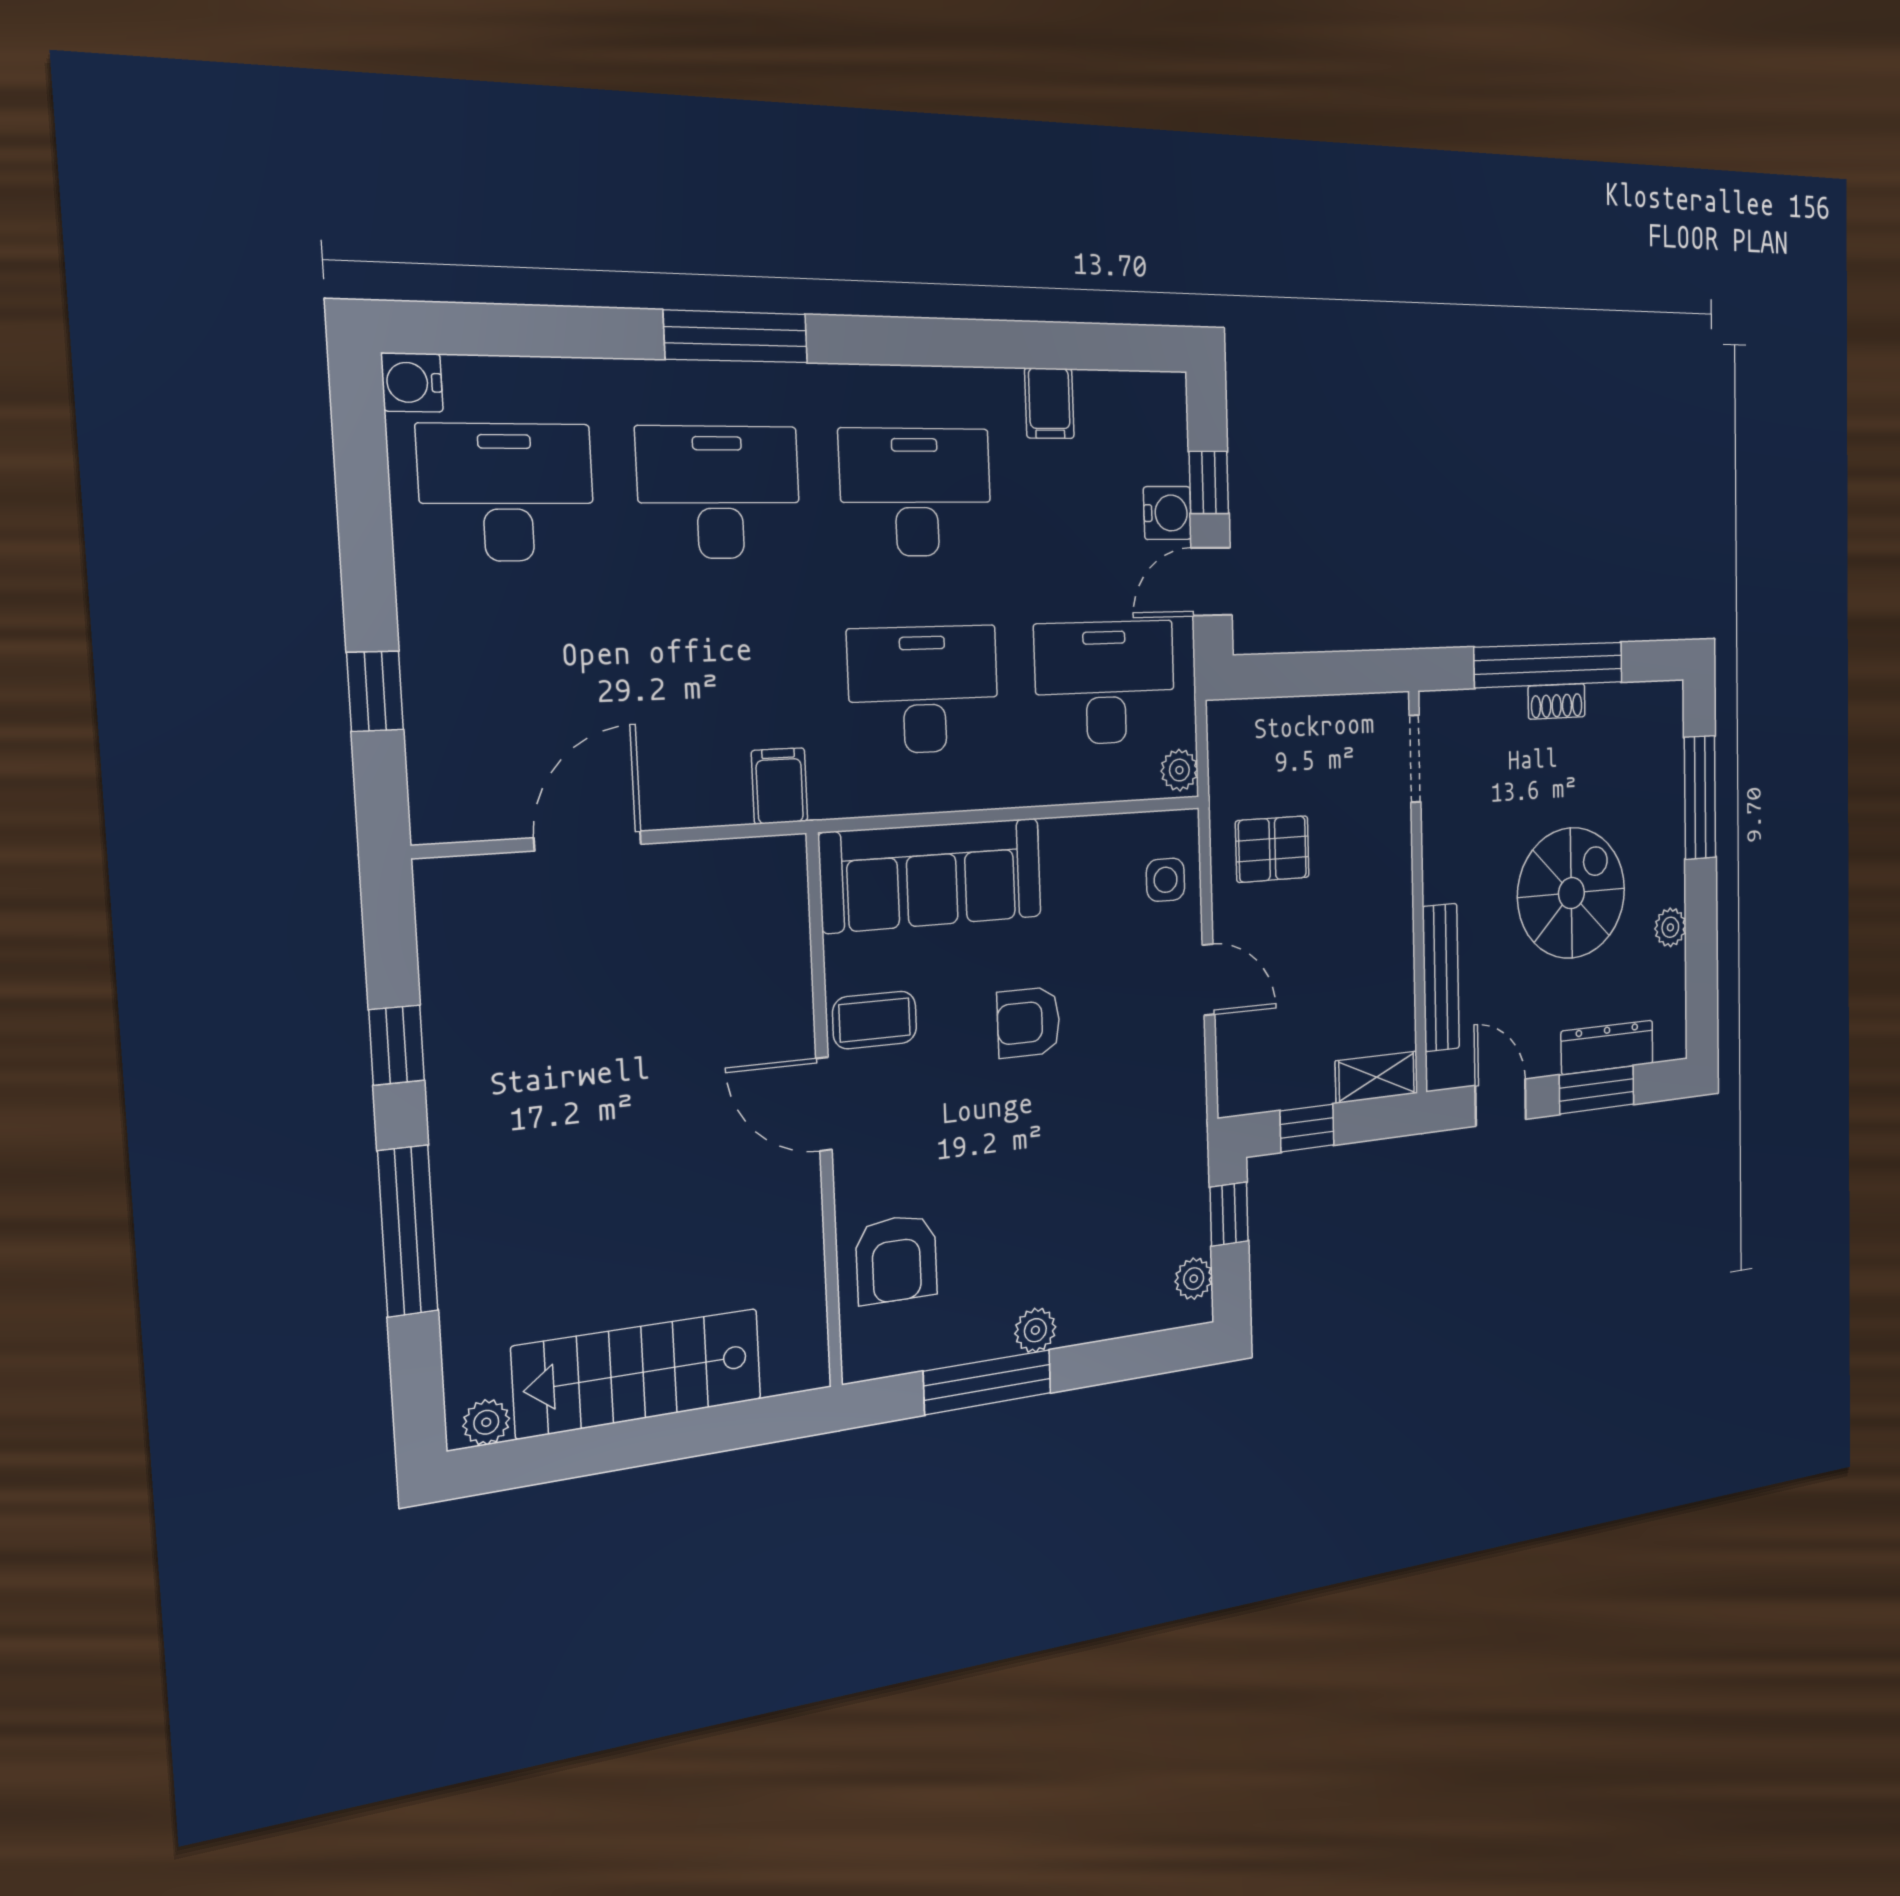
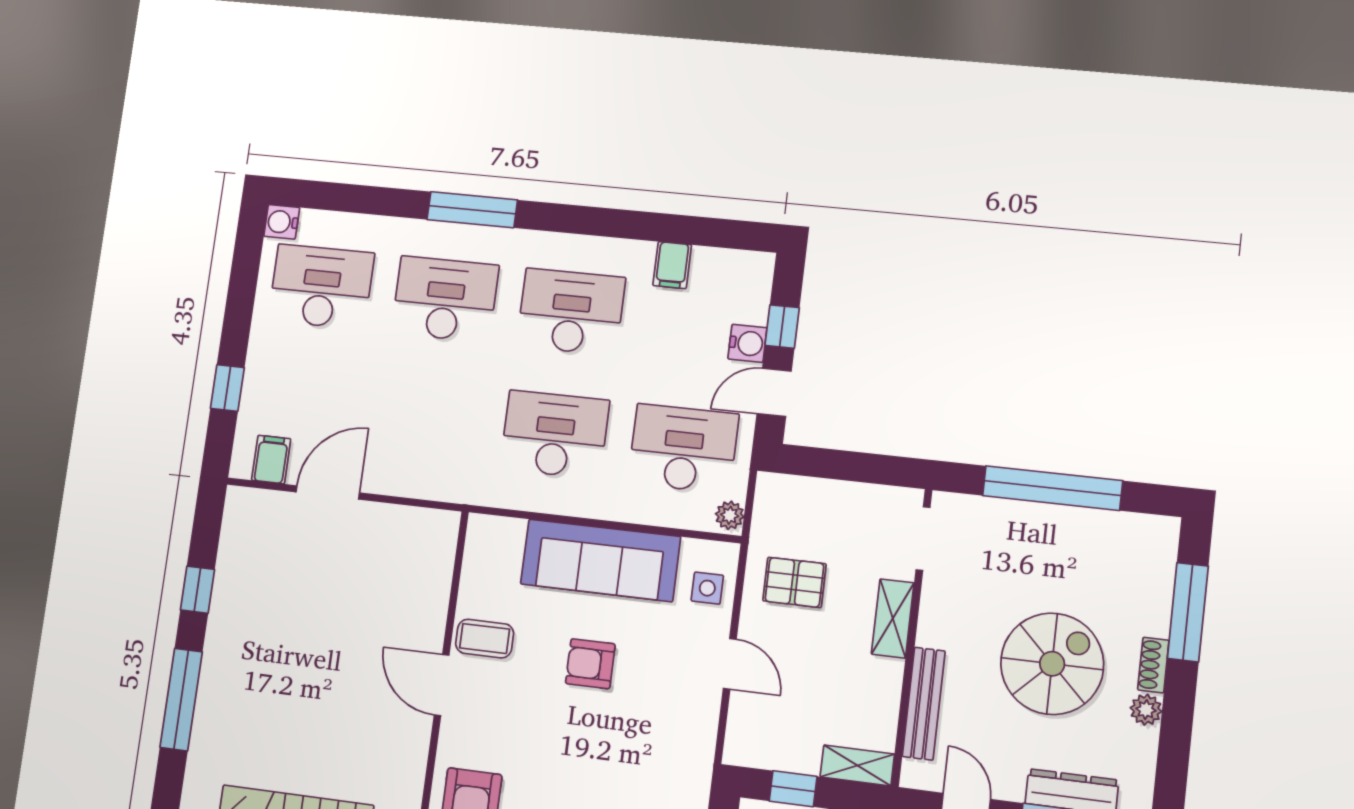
shoe rack: (1557, 701) -> (1153, 665), moved, turned 90
filing cabinet: (779, 786) -> (271, 460), moved
shelving: (1393, 874) -> (893, 618), added
sofa: (932, 875) -> (600, 560), moved

